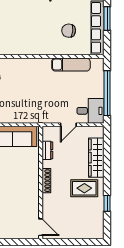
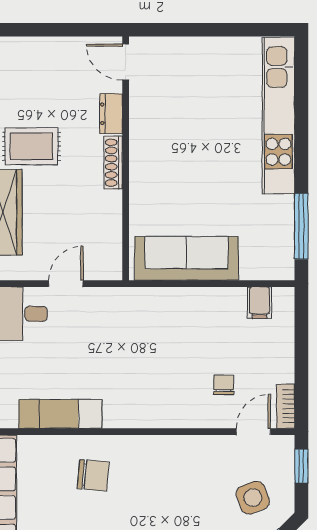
chair: (69, 31) -> (93, 475), moved
dresser: (47, 150) -> (111, 114), moved

